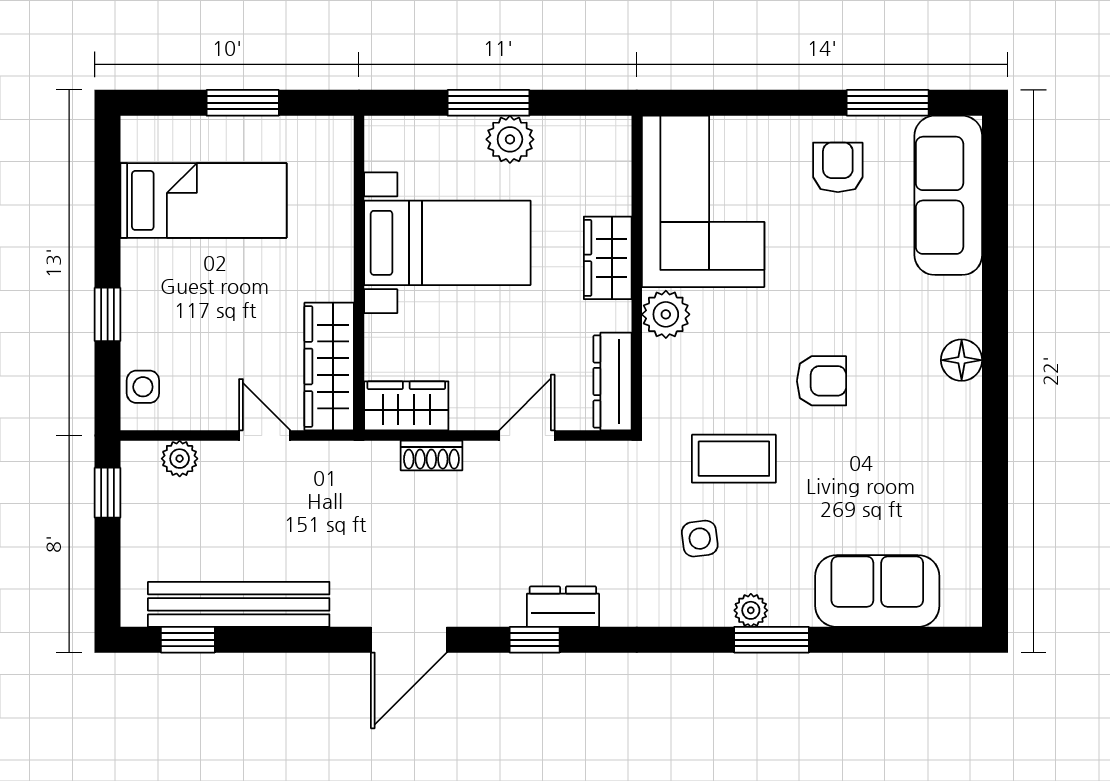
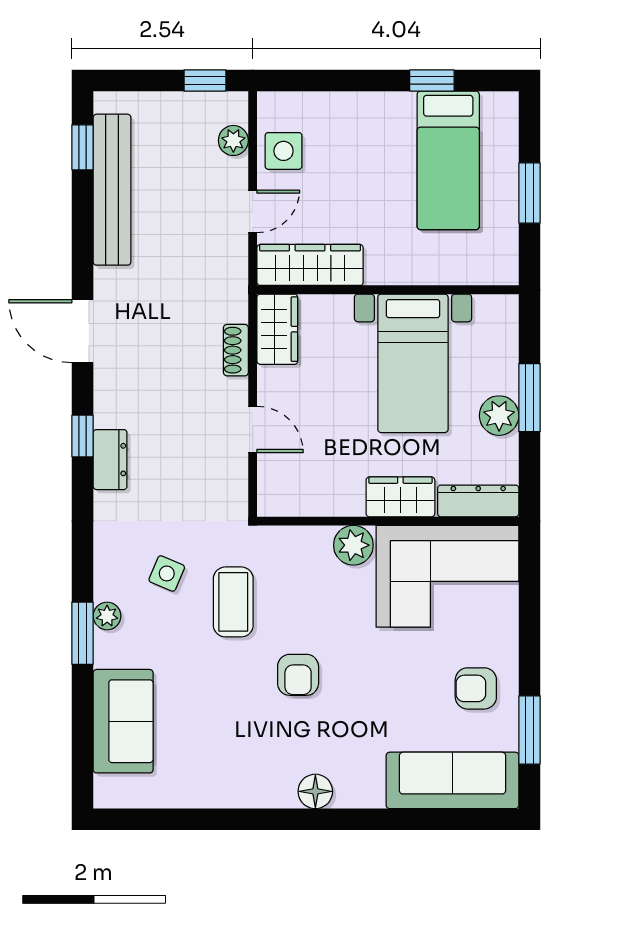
armchair: (838, 167) -> (476, 688), turned 180
window: (108, 314) -> (432, 81), moved
dresser: (613, 381) -> (478, 501), moved
side table: (143, 387) -> (284, 151), moved, width x1.37, depth x1.37
side table: (700, 539) -> (167, 573), turned 30

